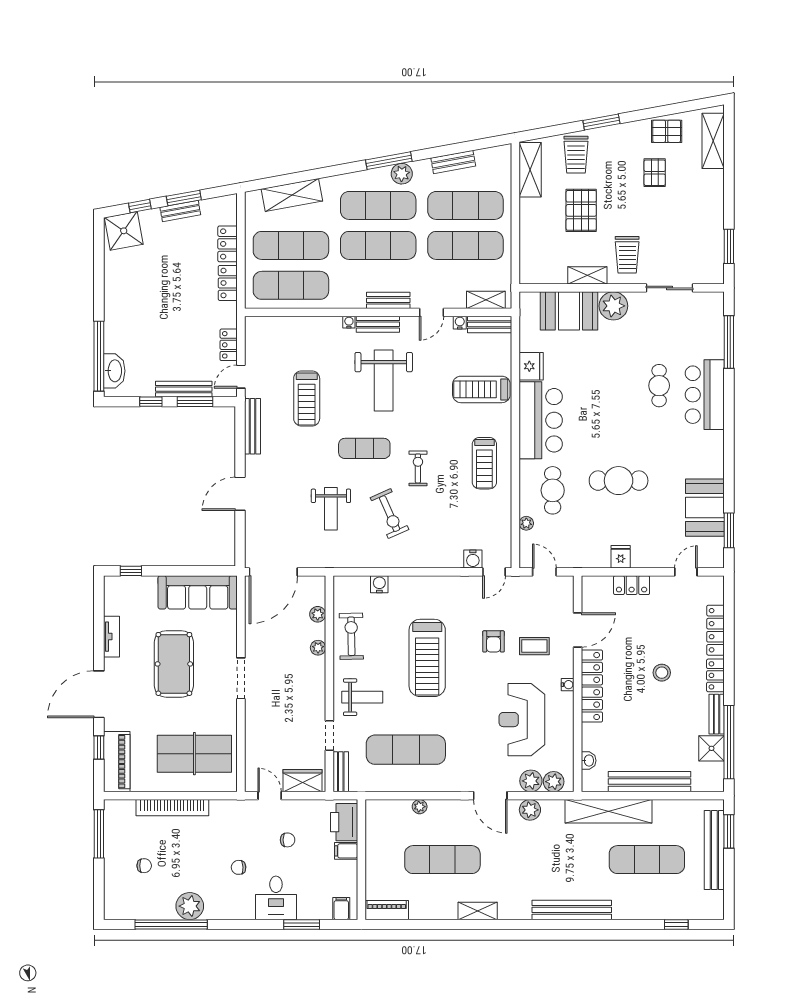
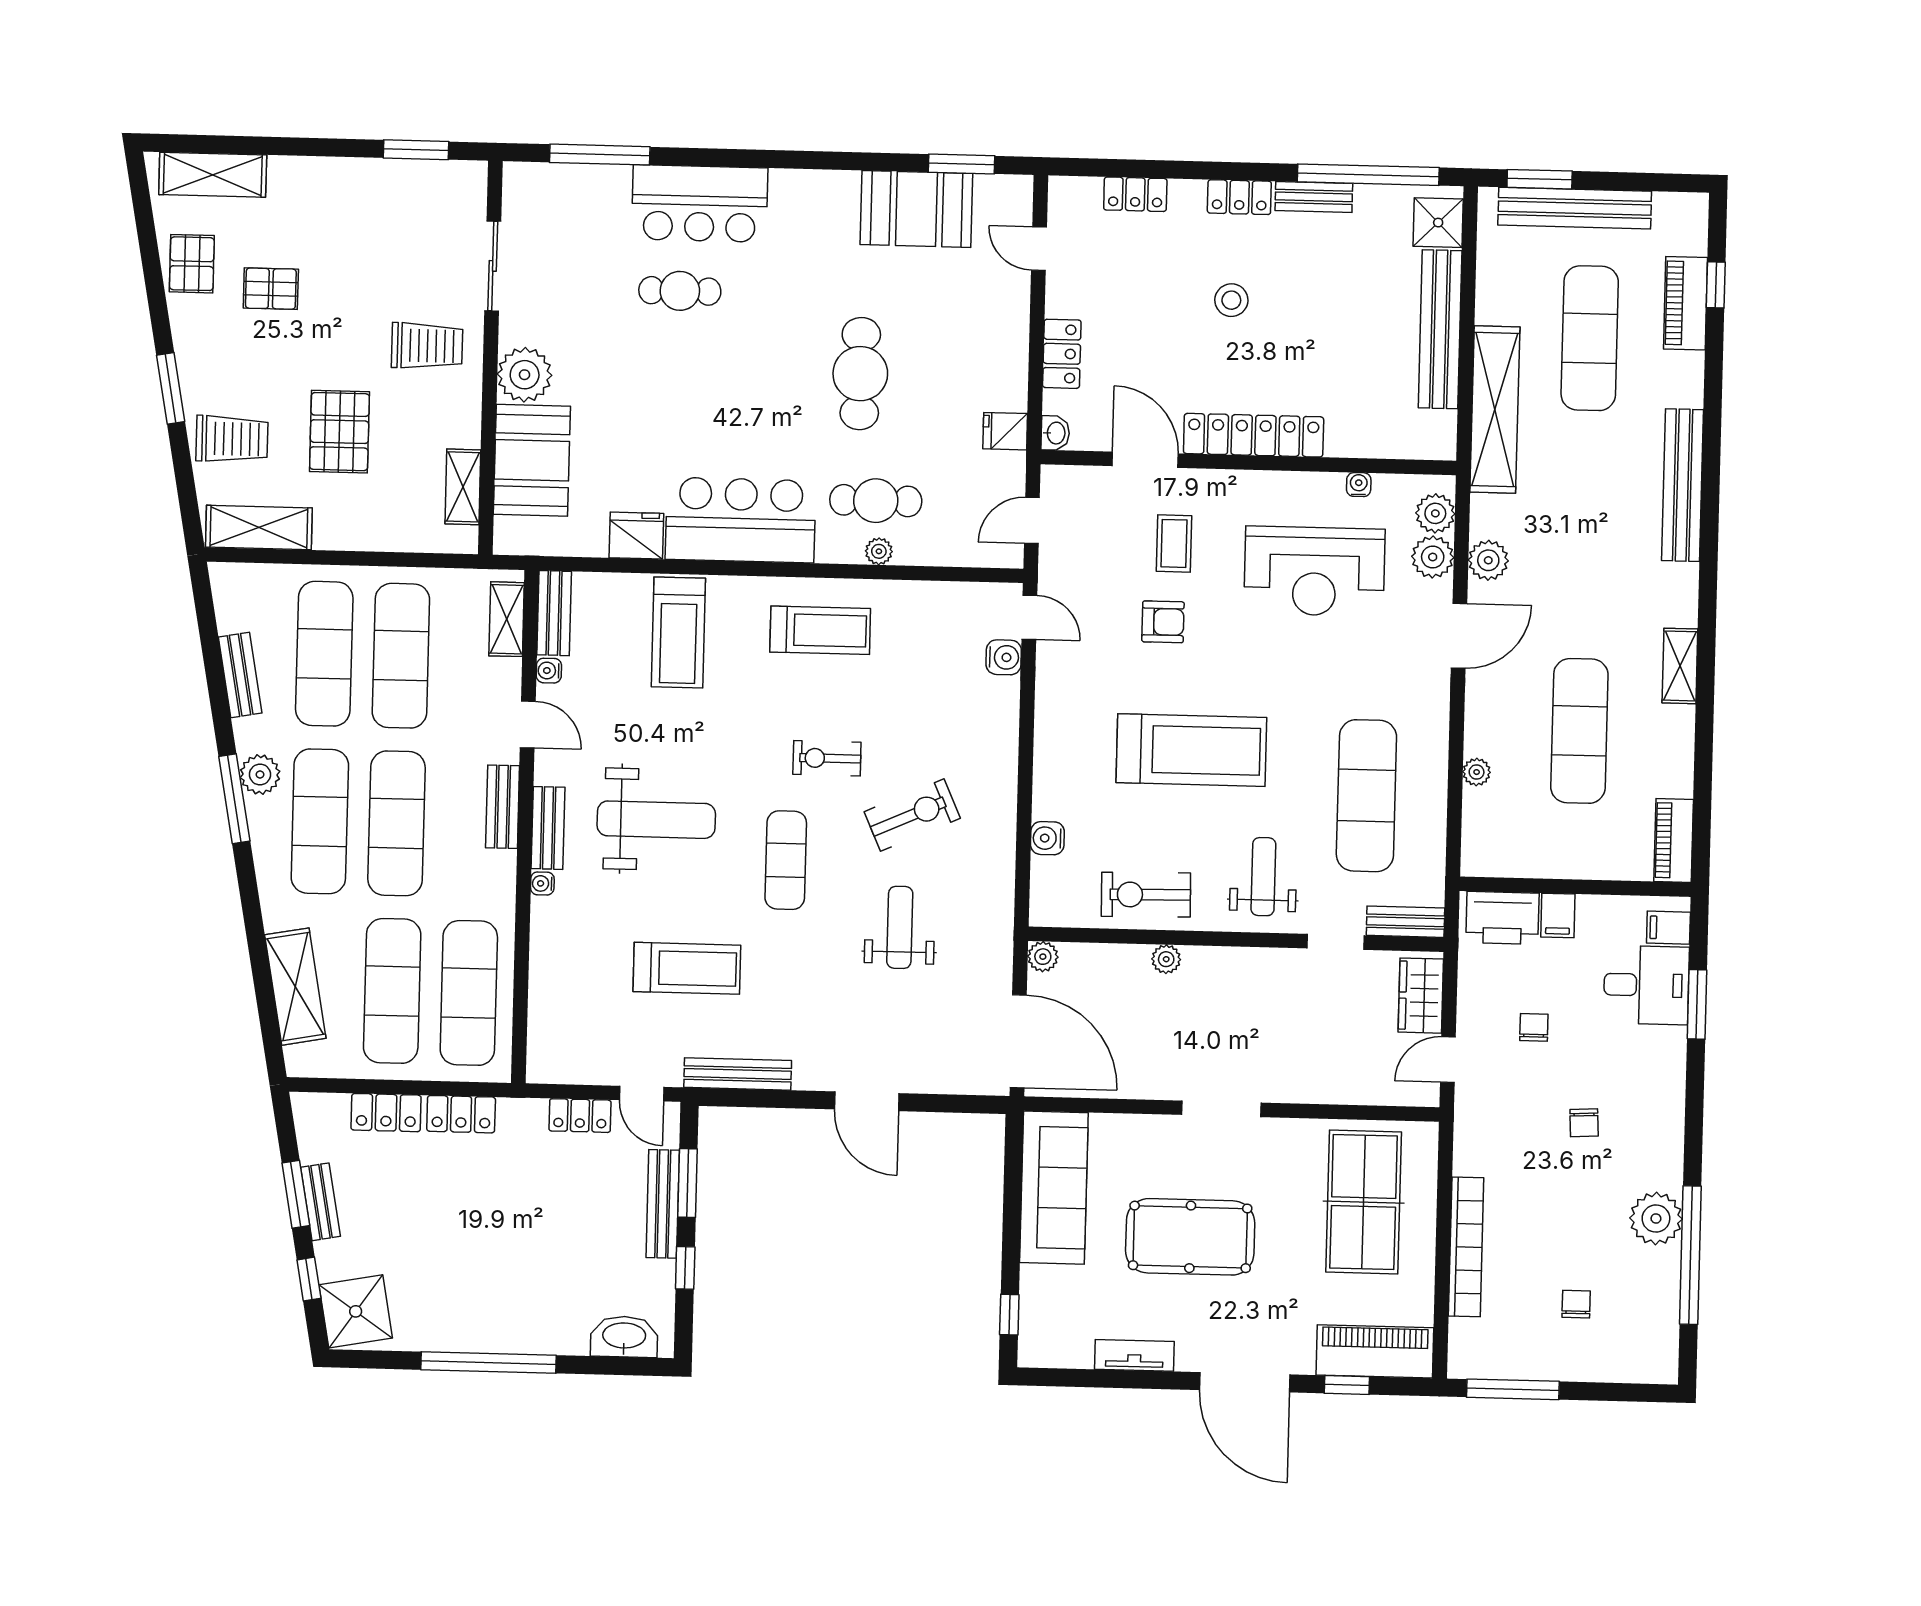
pallet: (581, 210) -> (339, 432), turned 90
shelving: (587, 275) -> (463, 487), moved
window: (99, 356) -> (488, 1362), moved
weight bench: (331, 509) -> (900, 927), turned -90
plant: (526, 523) -> (879, 551), moved
fridge: (621, 557) -> (1005, 431), moved
plant: (318, 614) -> (1043, 957), moved
locker: (716, 630) -> (1135, 194), width x0.66
water cooler: (568, 685) -> (1359, 485), moved
shower: (712, 748) -> (1438, 223), moved
washbasin: (589, 761) -> (1055, 433), moved, turned 90
desk: (276, 898) -> (1646, 985), moved
piano: (666, 909) -> (1685, 303), added

